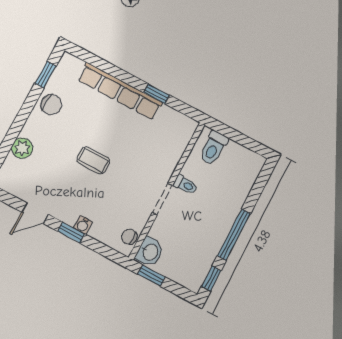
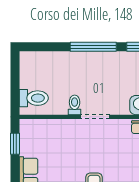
window: (156, 94) -> (15, 144), moved

